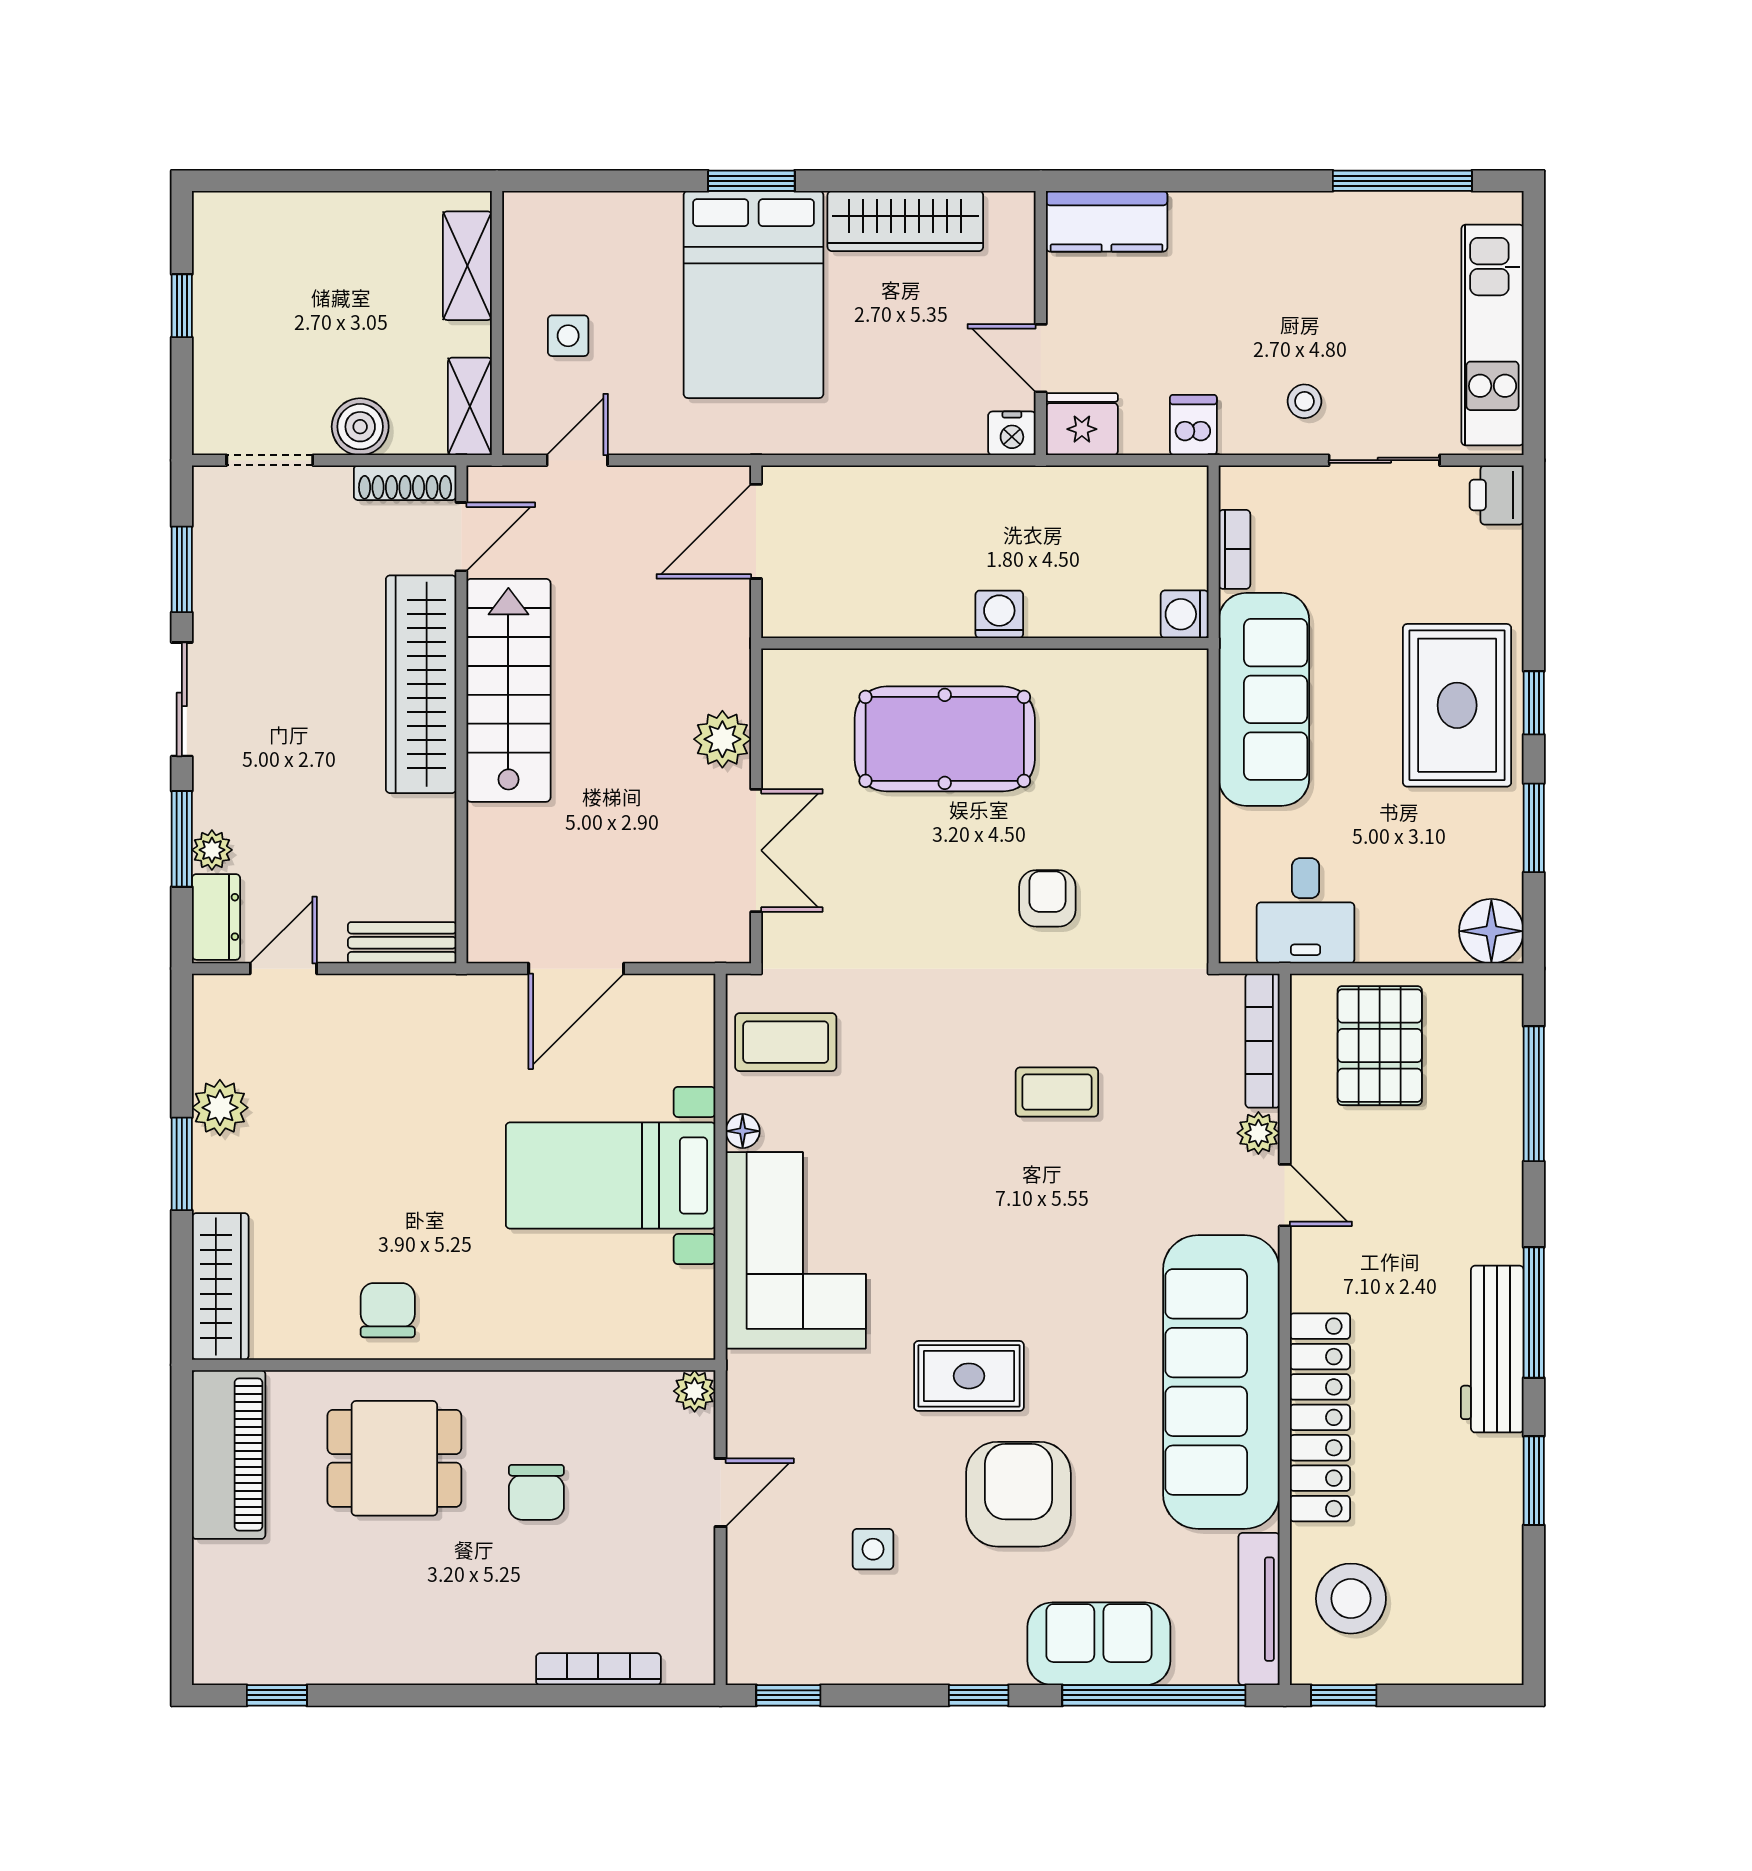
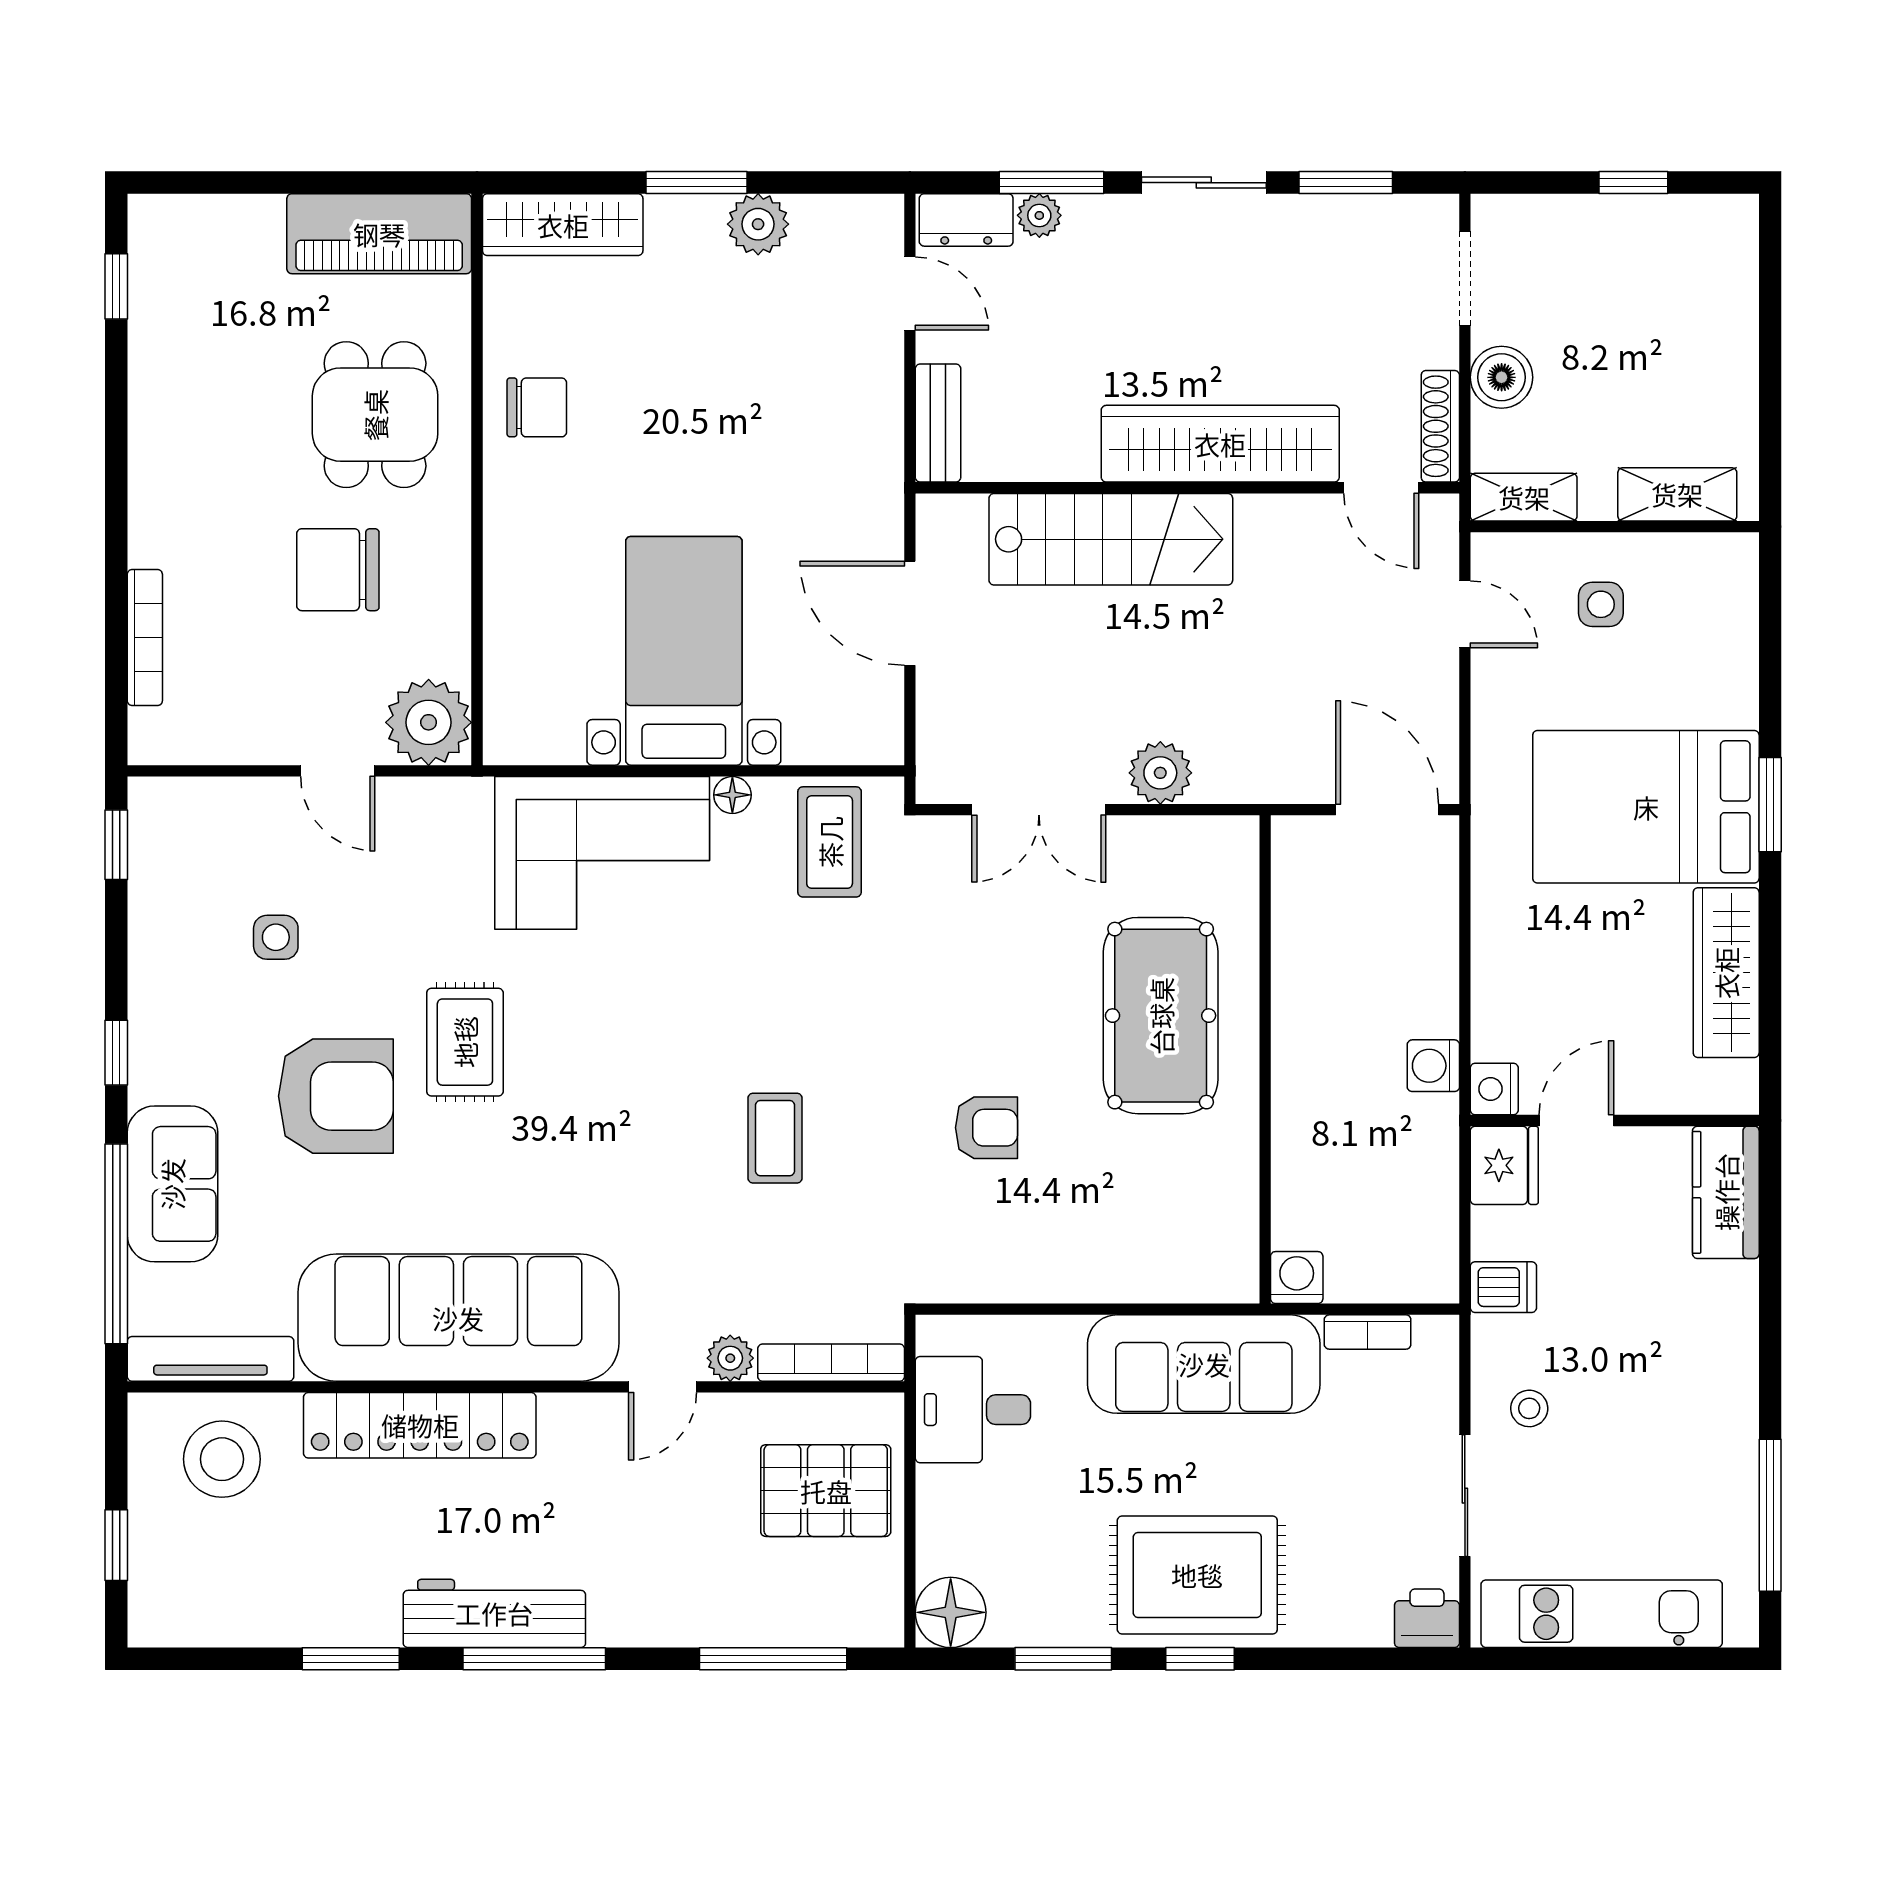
washing machine: (999, 614) -> (1433, 1066), moved, turned 180
stairs: (508, 690) -> (1111, 539), moved
plant: (695, 1391) -> (429, 722), width x1.88, depth x1.88
chair: (536, 1492) -> (338, 570), width x1.37, depth x1.37
window: (1344, 1695) -> (116, 1545), moved

